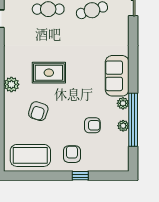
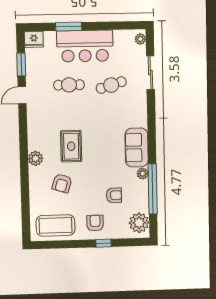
rug: (49, 73) -> (71, 146), turned 90
plant: (123, 126) -> (139, 223), moved, width x1.88, depth x1.88

